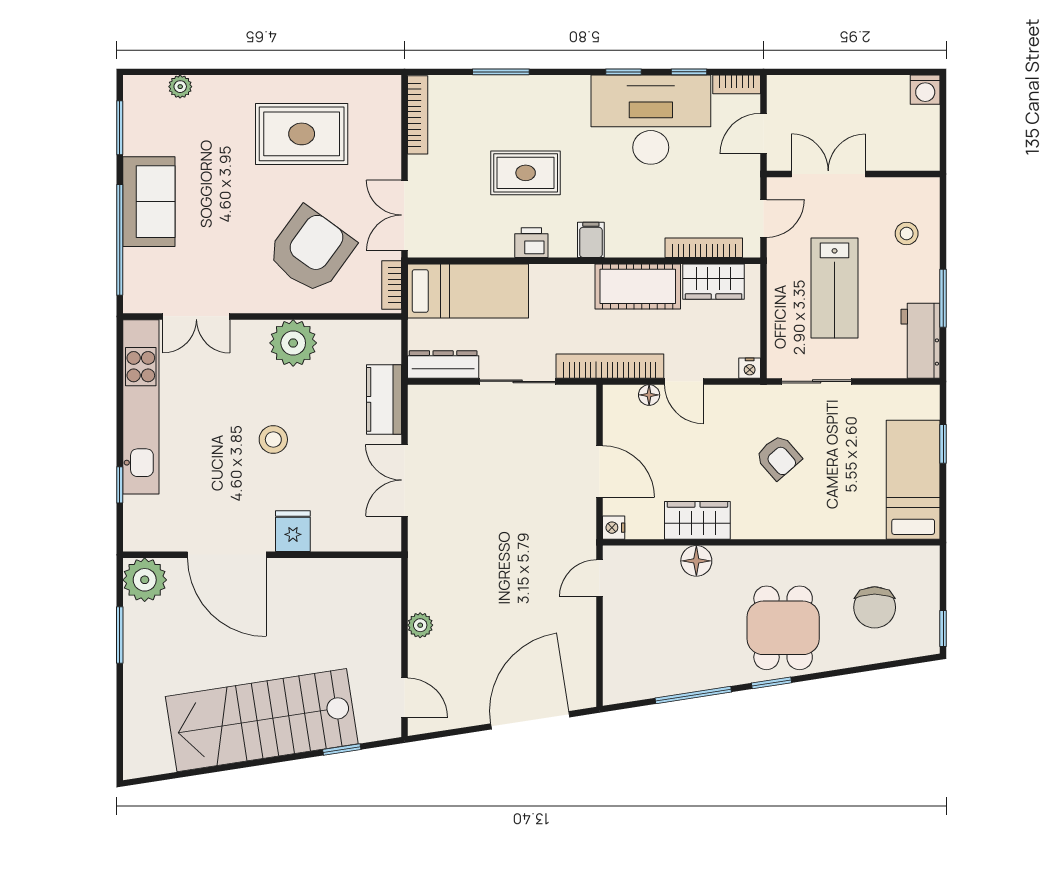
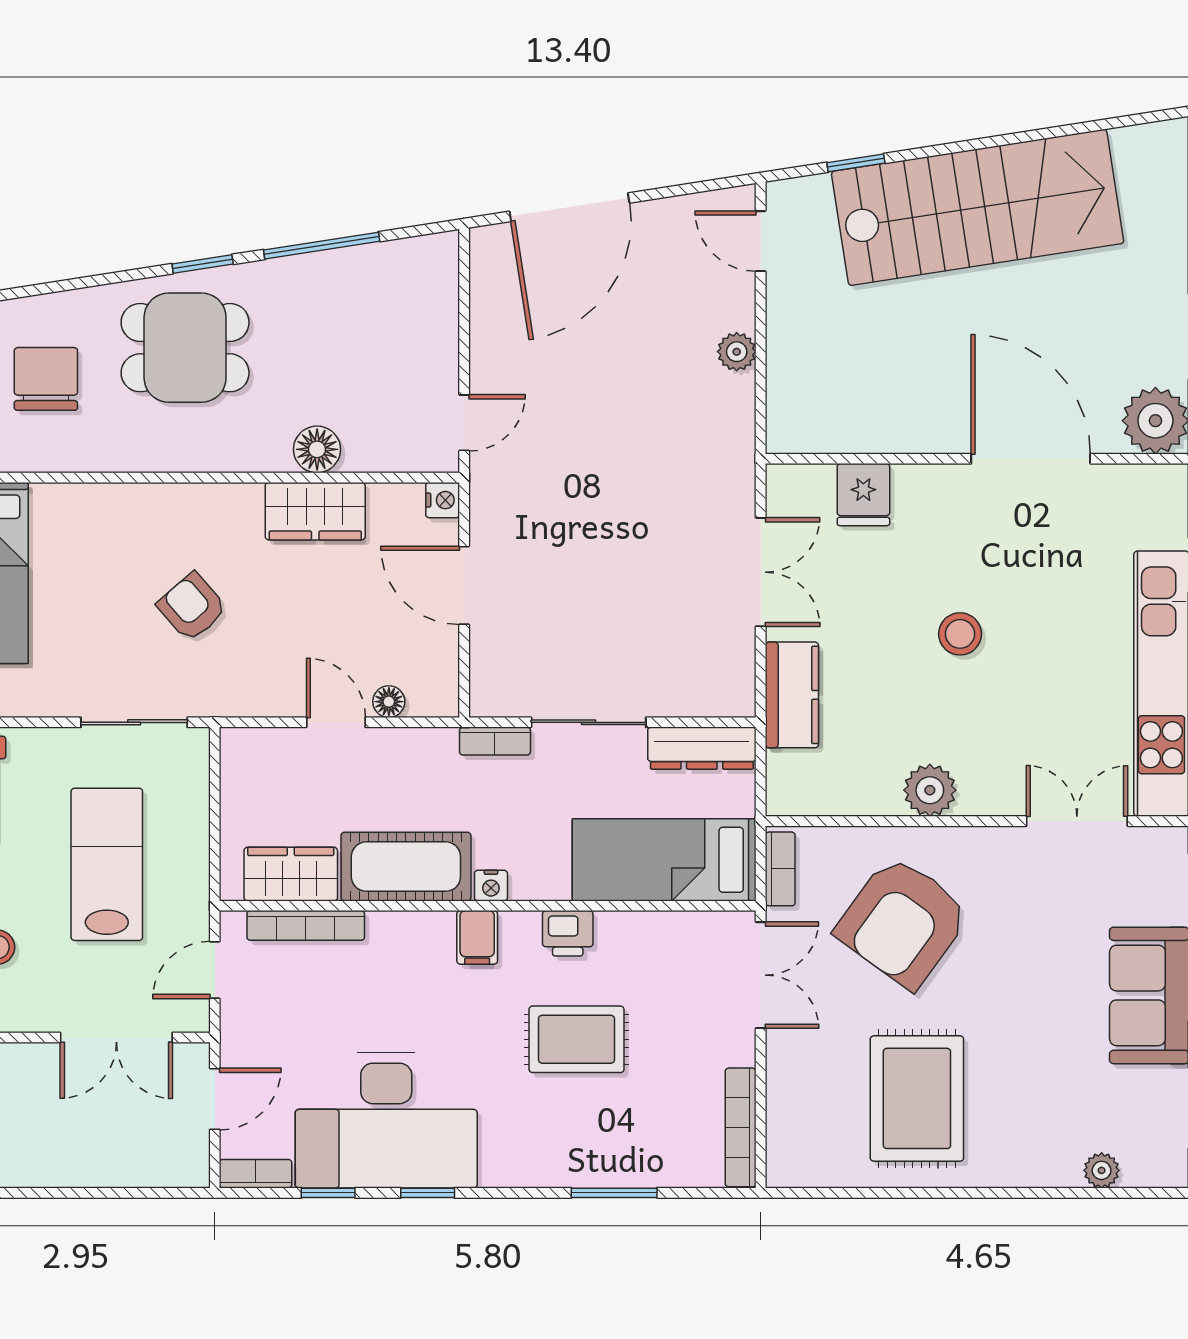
rug: (302, 134) -> (917, 1098), turned 90
plant: (293, 343) -> (930, 790), width x0.73, depth x0.73
bookcase: (610, 366) -> (495, 741), width x0.43, depth x0.76
nightstand: (750, 368) -> (491, 886), moved, turned 180
fridge: (293, 531) -> (863, 495), moved
dining table: (783, 628) -> (185, 348), turned 90

